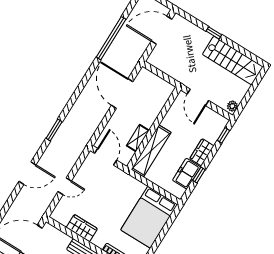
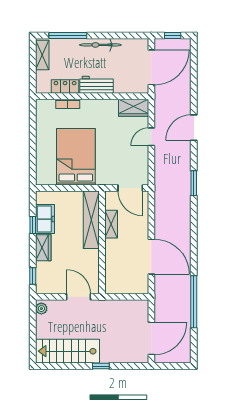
bed: (149, 217) -> (76, 157), moved
wardrobe: (82, 228) -> (134, 108), moved

